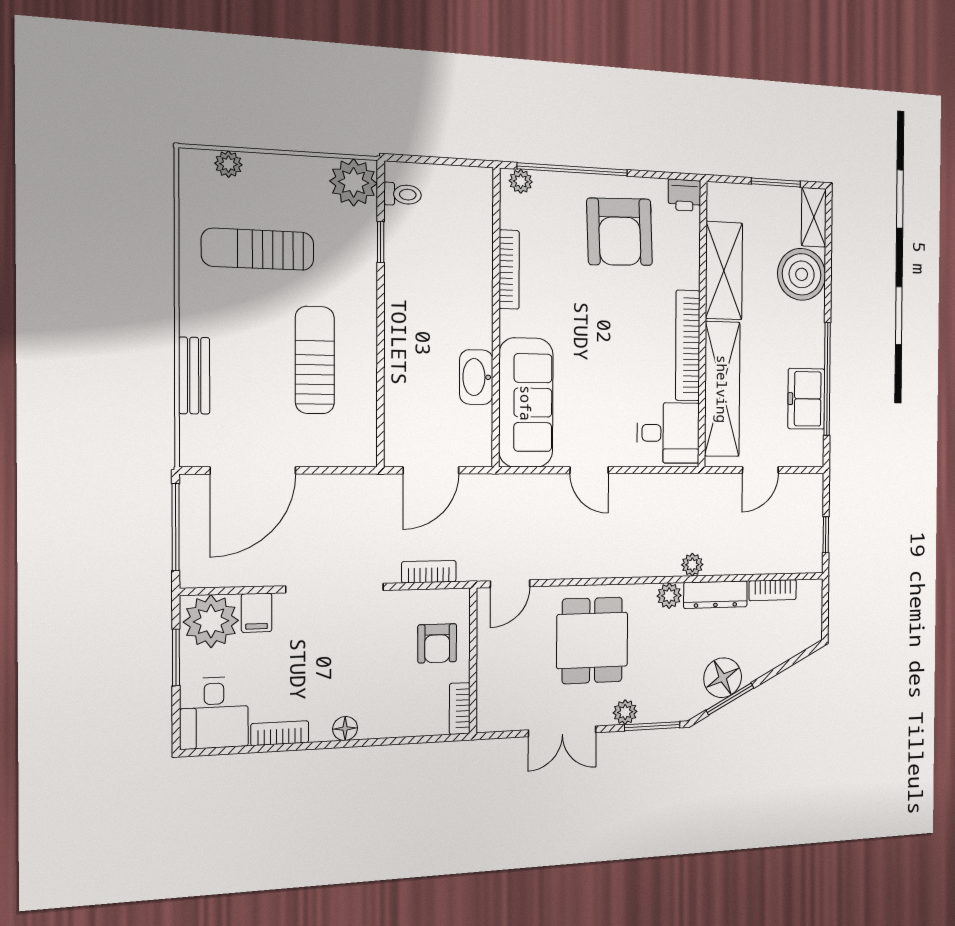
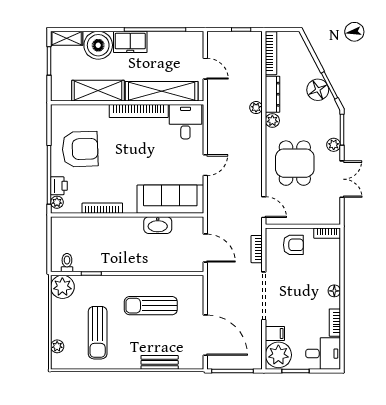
printer: (684, 195) -> (59, 186), moved
freezer: (806, 399) -> (130, 42), moved
bookcase: (773, 590) -> (271, 53), width x1.56
dining table: (592, 640) -> (295, 163), turned 90

